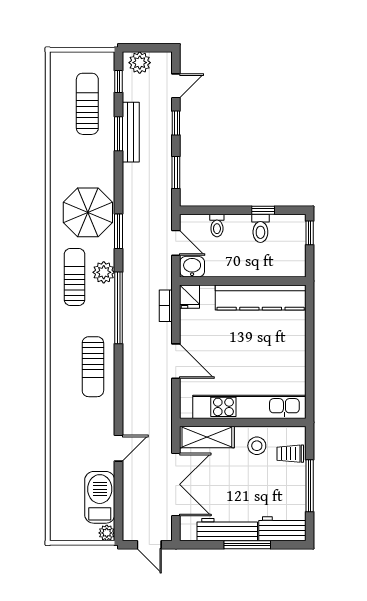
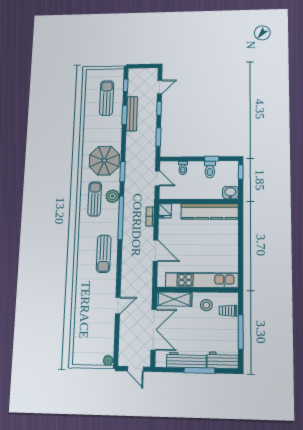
plant: (140, 63) -> (138, 74), removed
washbasin: (192, 267) -> (230, 193), moved
barbecue: (100, 497) -> (105, 337), removed

